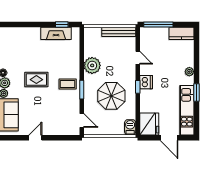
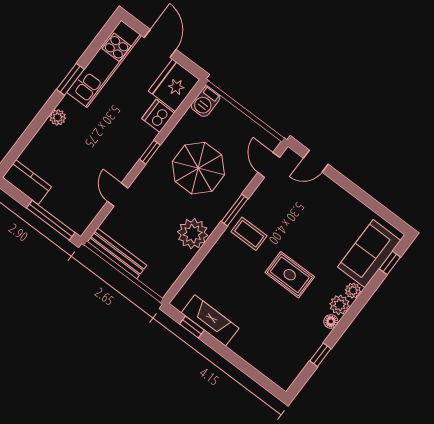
dishwasher: (146, 82) -> (158, 116), moved
door: (35, 138) -> (316, 161), moved

